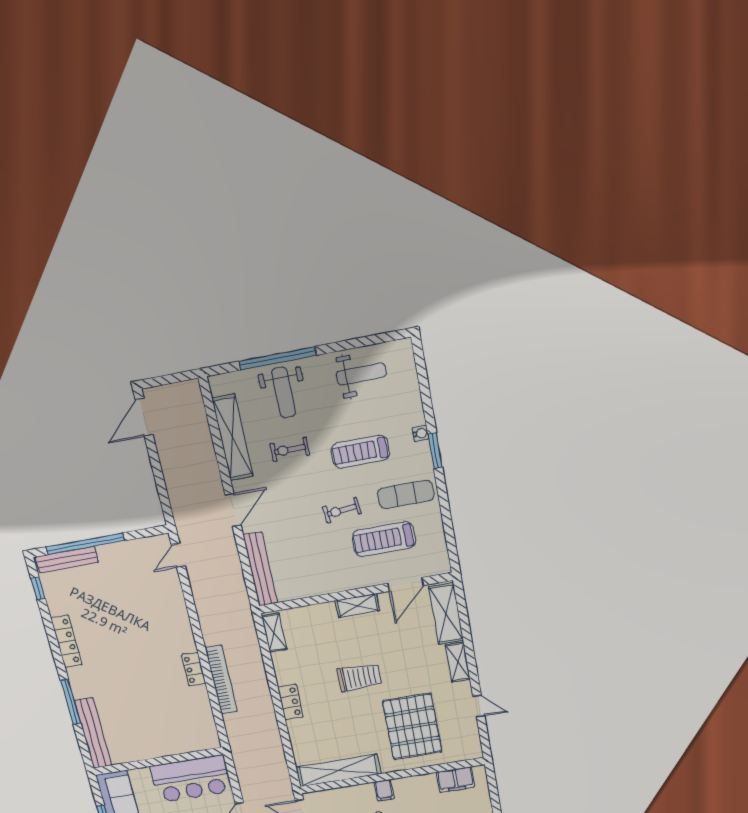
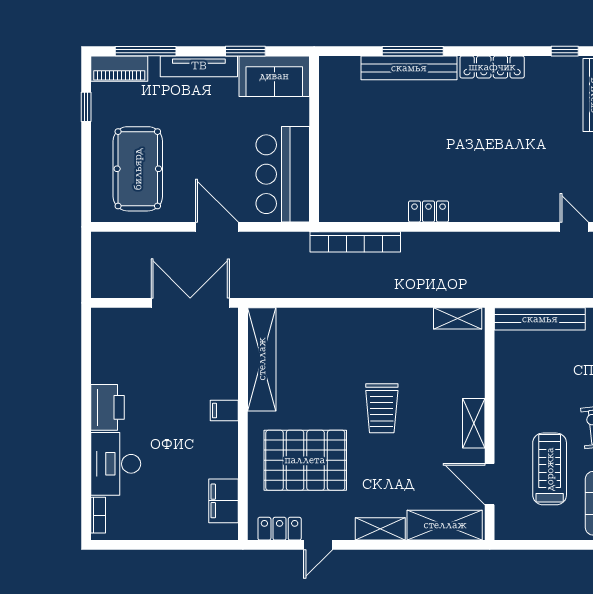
bookcase: (221, 680) -> (355, 242), moved
locker: (290, 702) -> (280, 529), moved, turned 180
bench: (93, 733) -> (409, 68), moved

